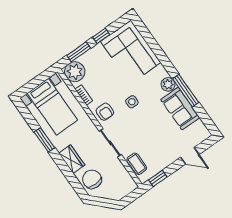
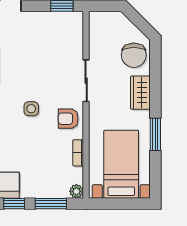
plant: (75, 72) -> (76, 191), width x0.53, depth x0.53
armchair: (105, 112) -> (68, 119), turned -90
coffee table: (137, 164) -> (74, 38), removed

